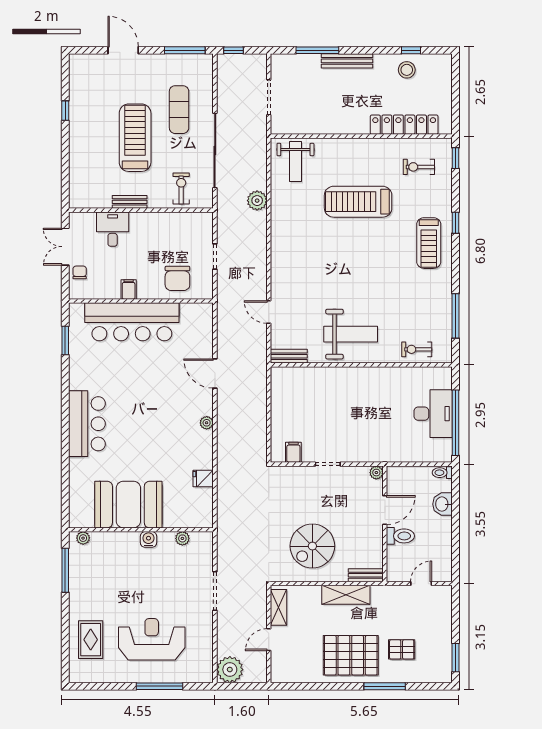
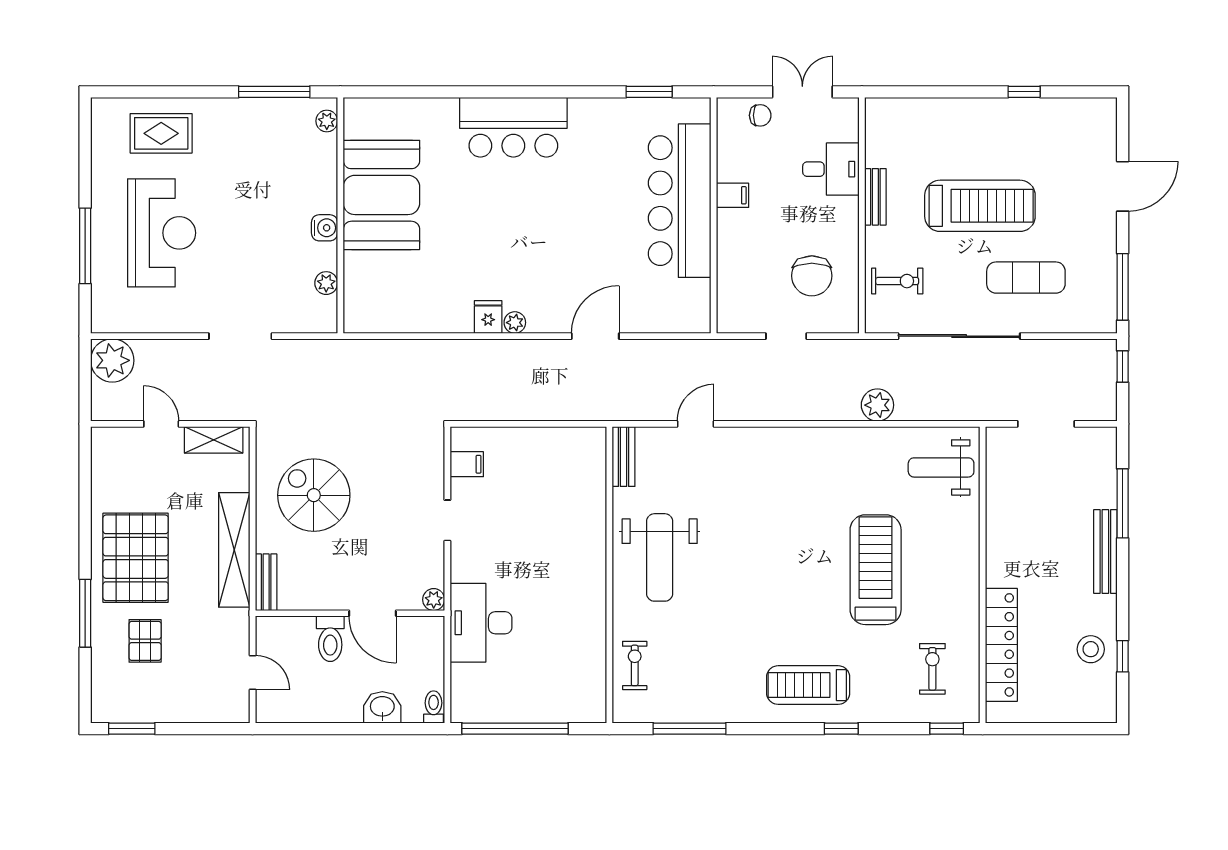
chair: (177, 278) -> (812, 276), moved, turned -90
desk: (433, 414) -> (481, 623), moved, turned 90
fridge: (203, 478) -> (488, 317), moved
shelving: (346, 595) -> (234, 550), width x1.47

